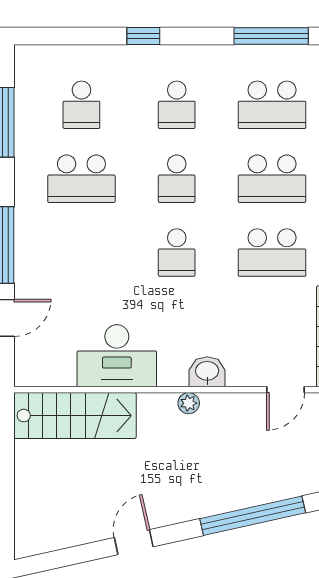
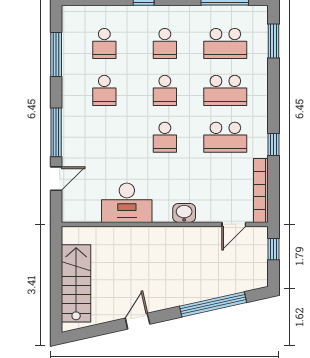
school desk: (81, 179) -> (104, 90), width x0.54
plant: (189, 403) -> (172, 233), removed
stairs: (75, 416) -> (76, 283), moved, turned -90

